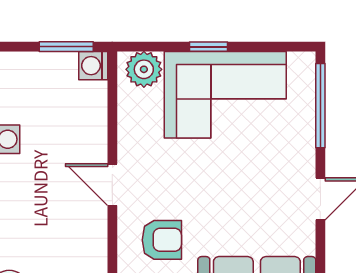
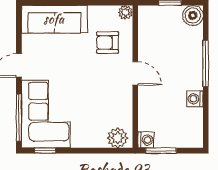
window: (208, 47) -> (45, 151), moved
corner sofa: (225, 95) -> (46, 114), moved, turned 90

